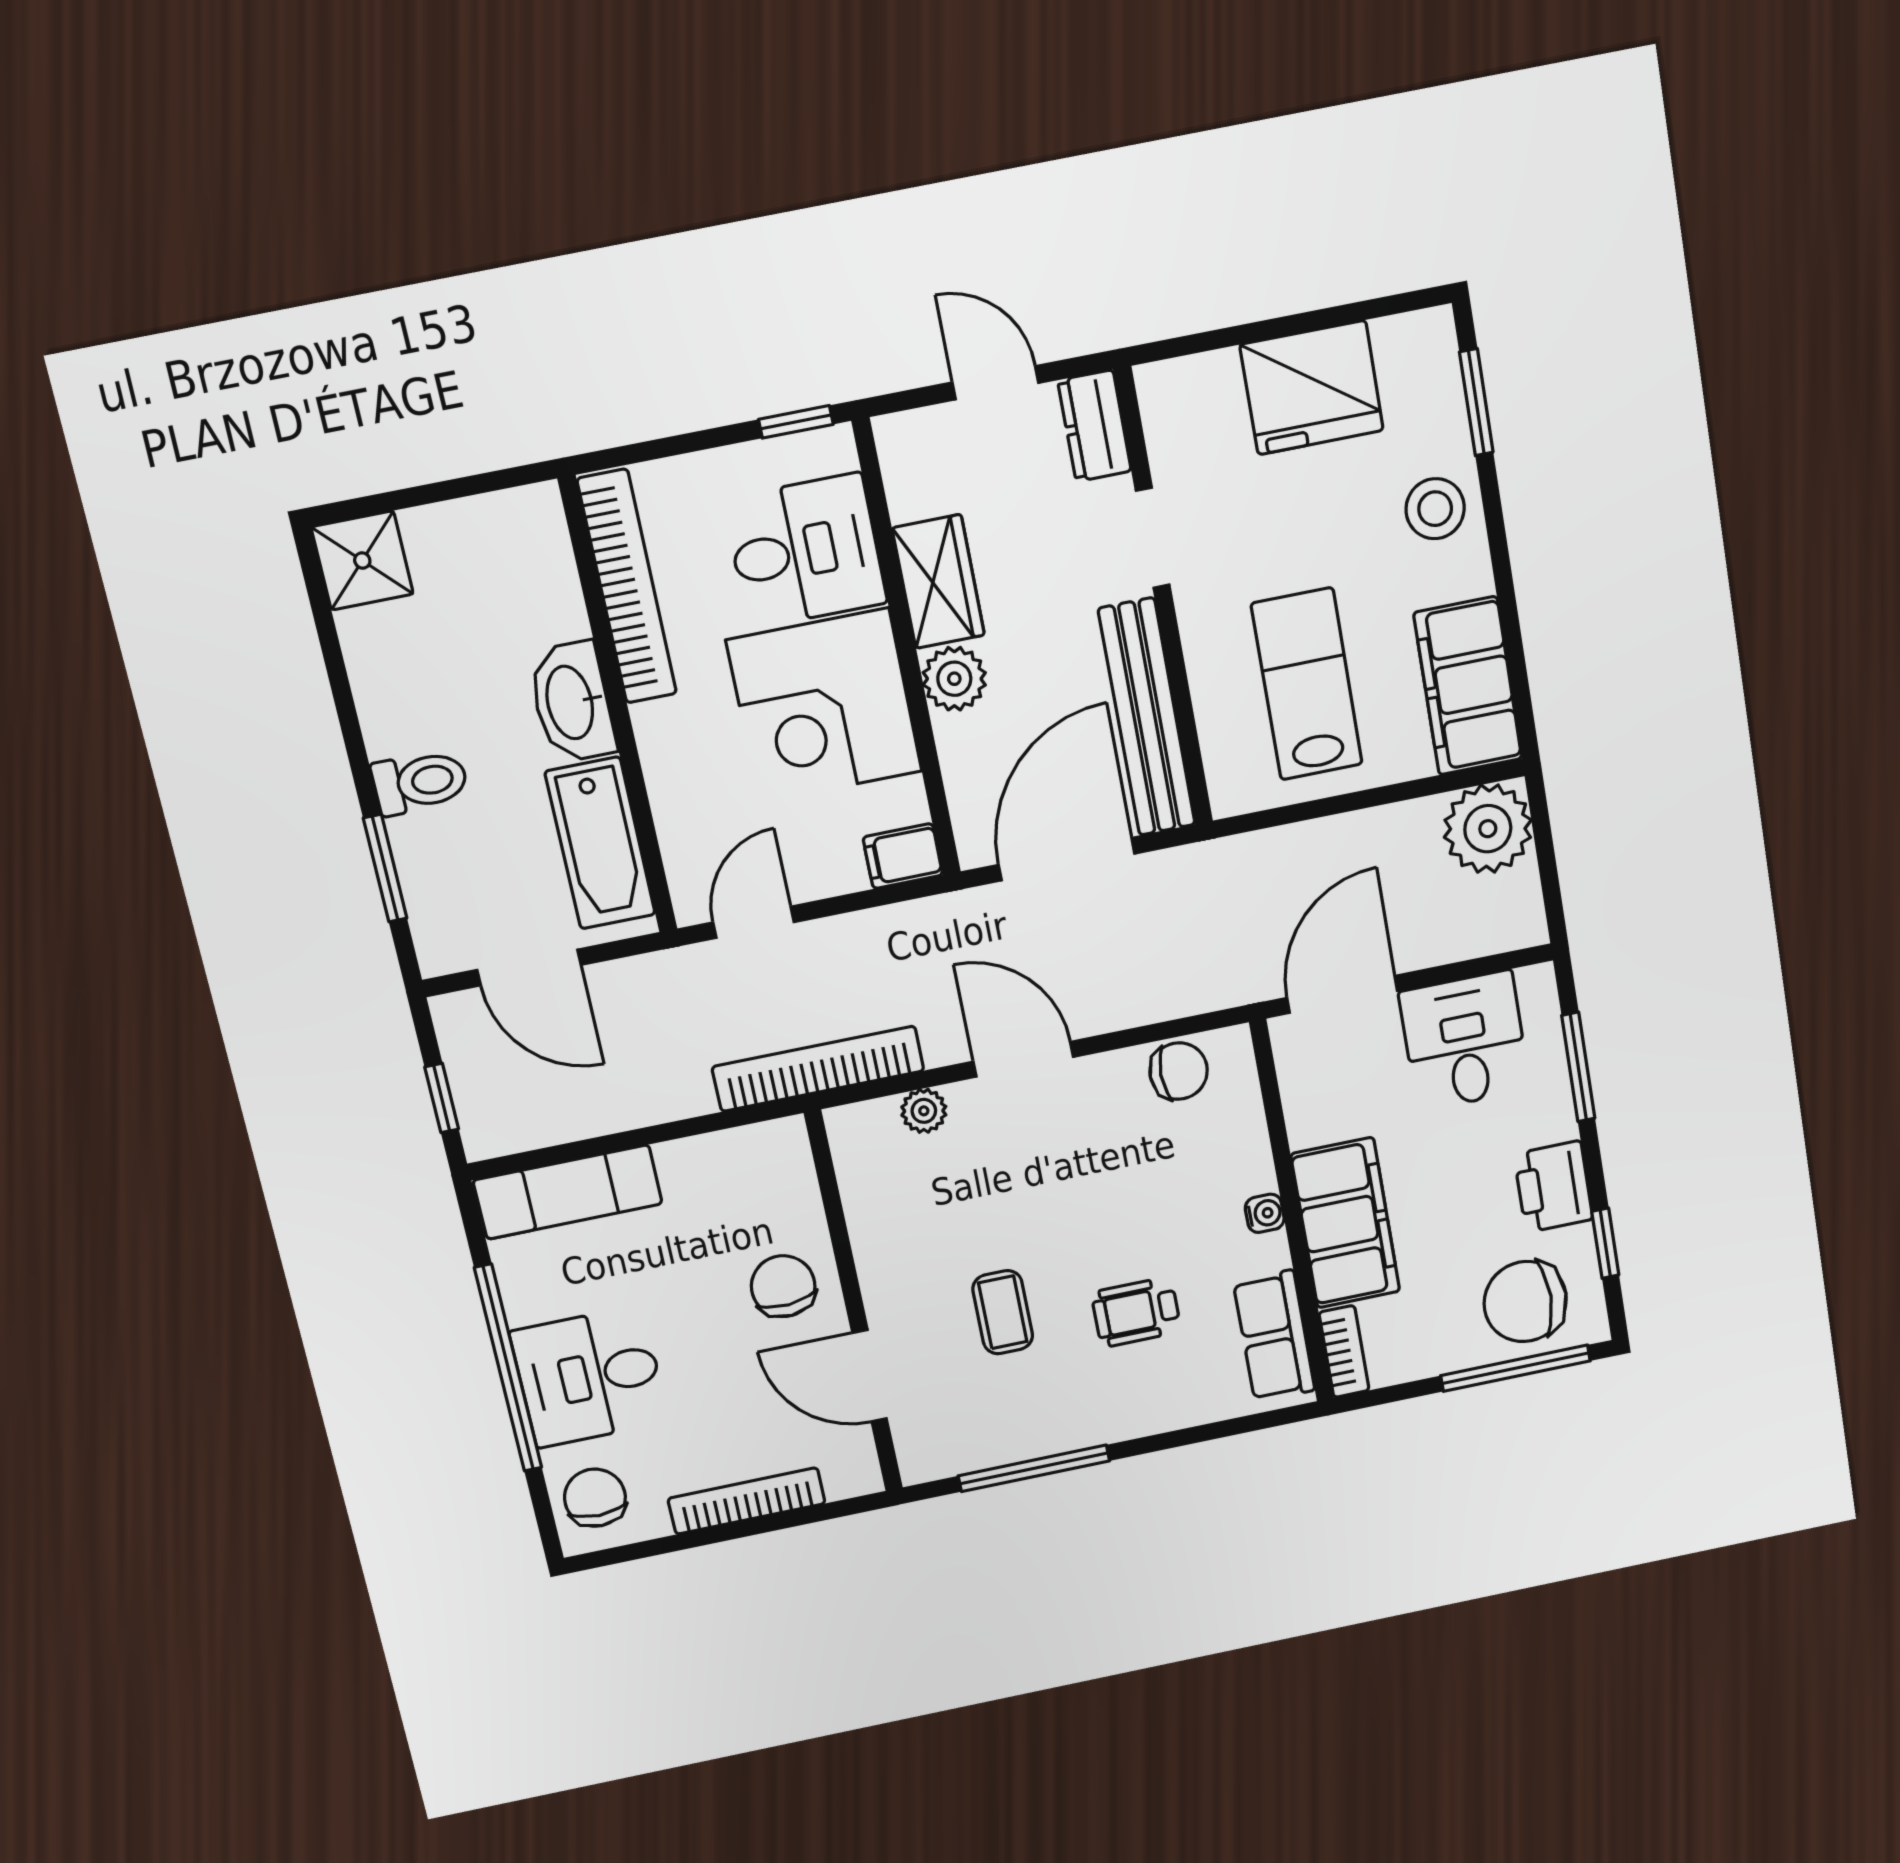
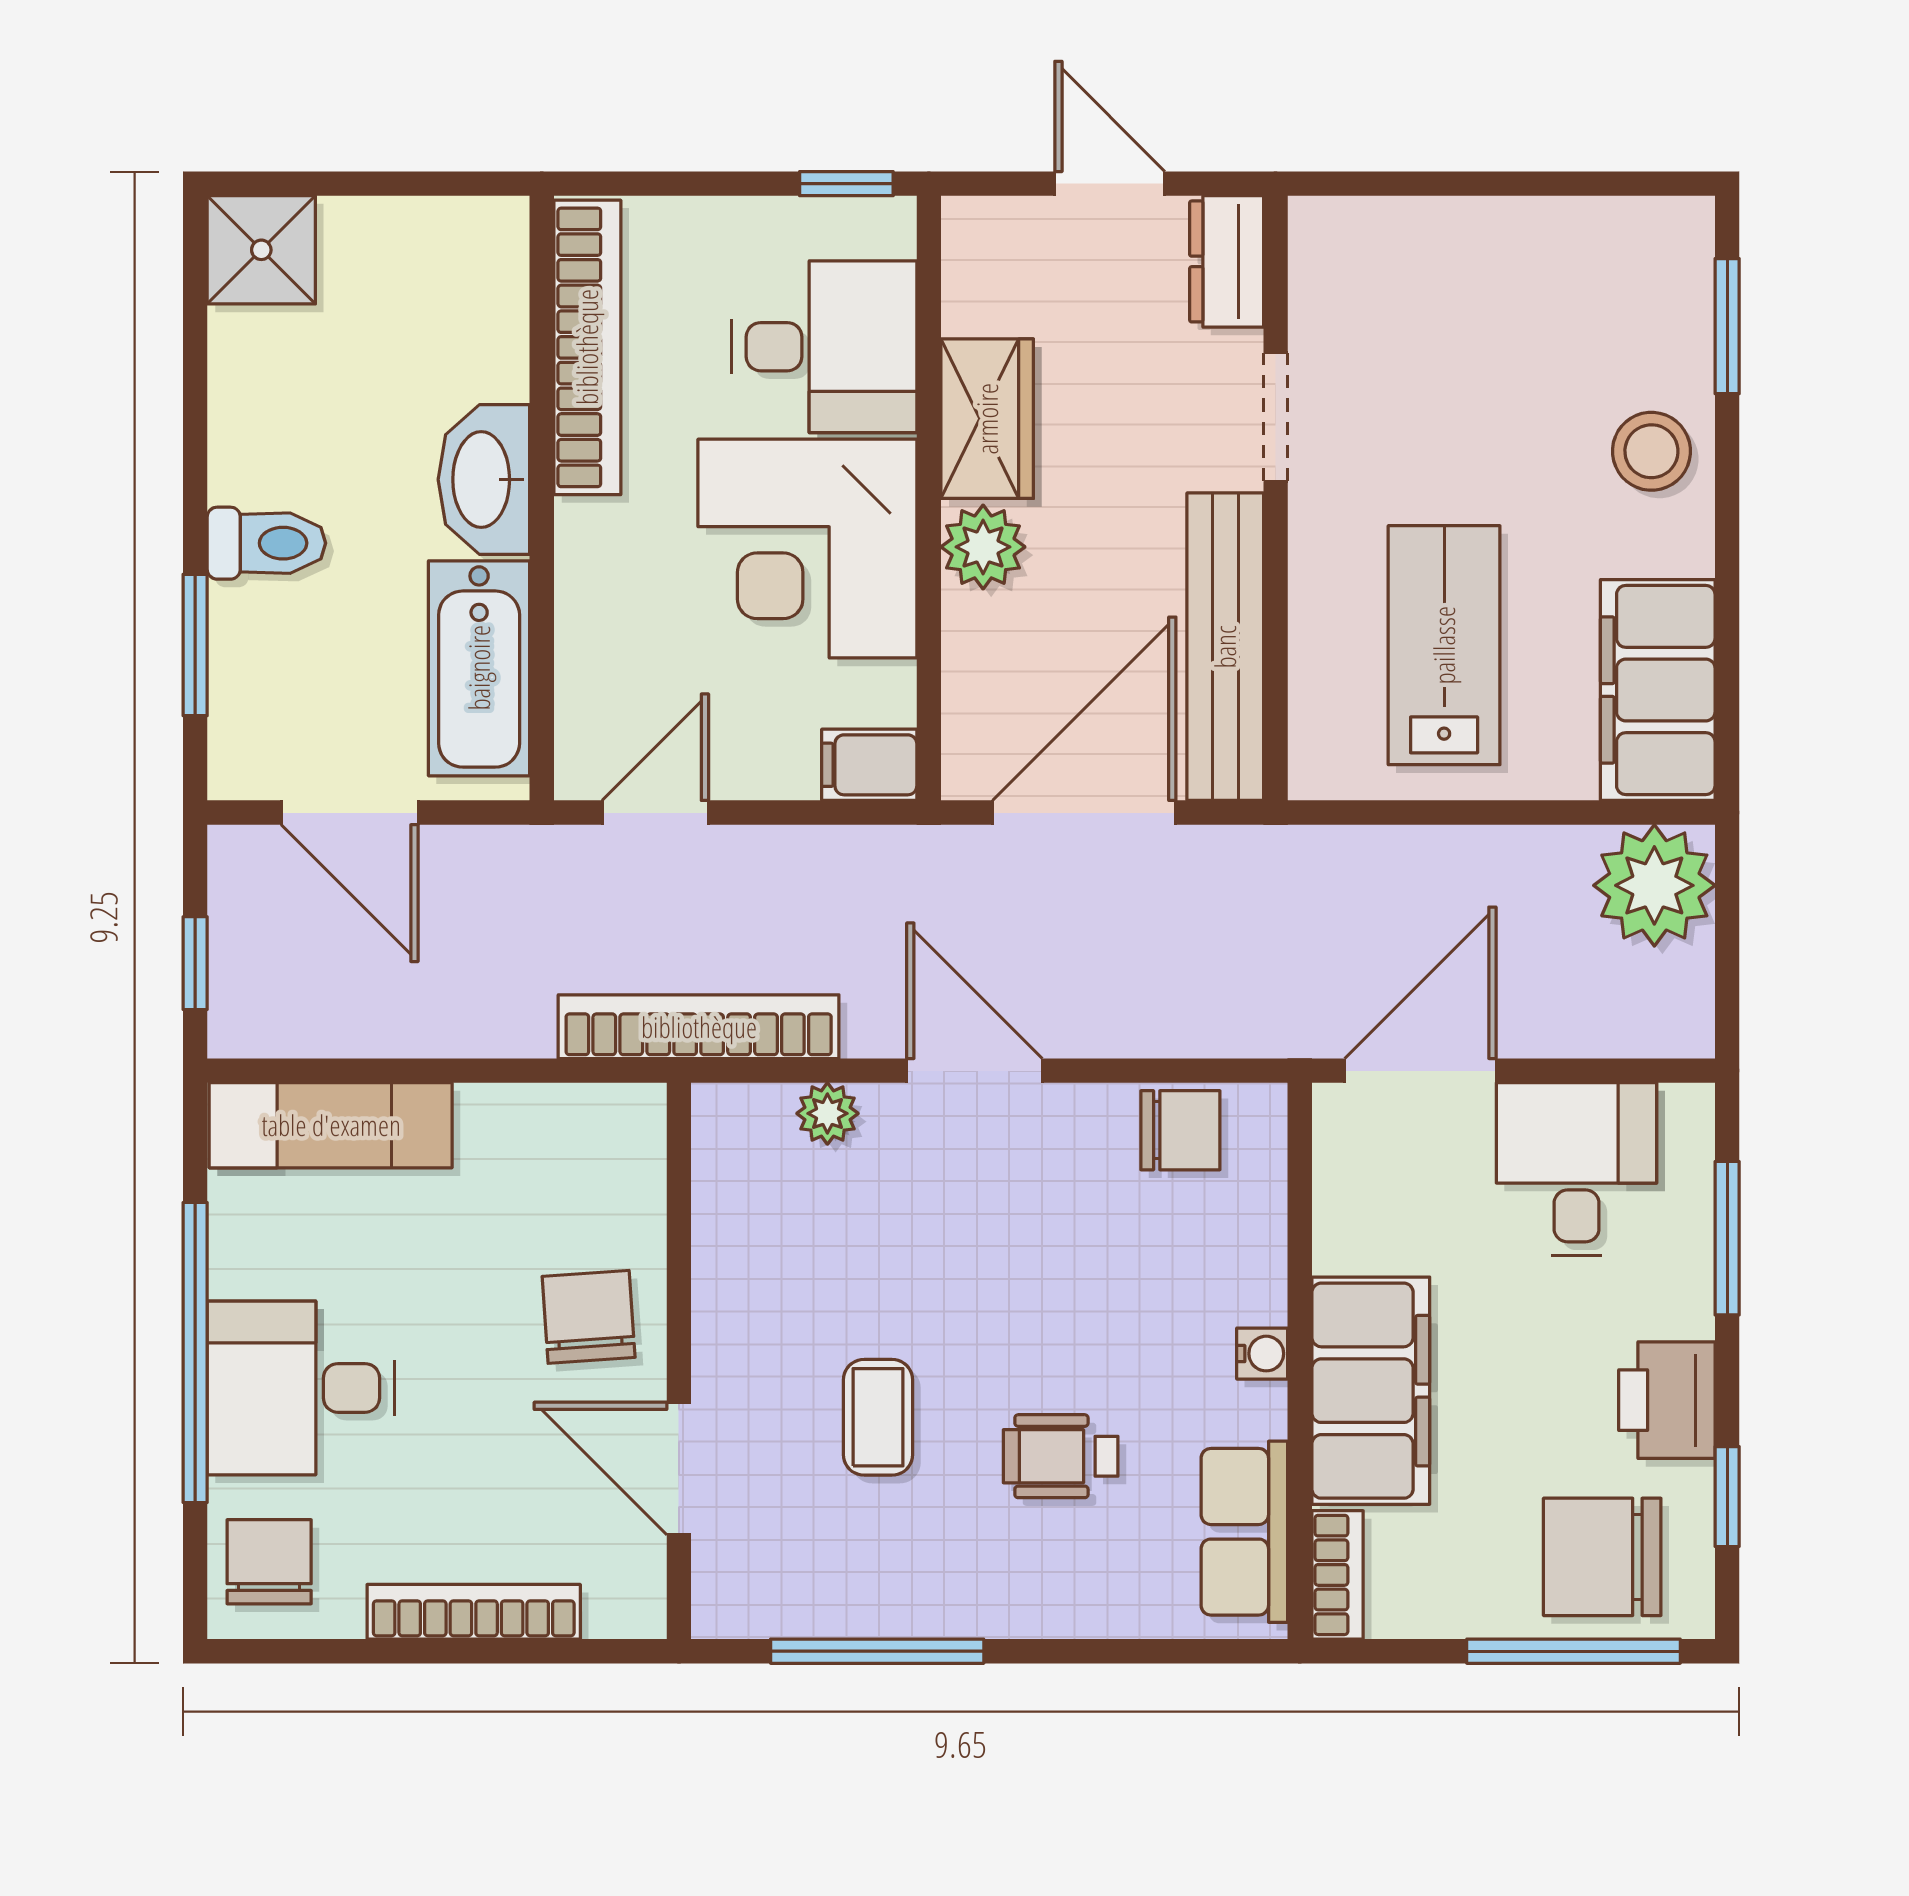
fridge: (1312, 388) -> (1516, 267), removed

